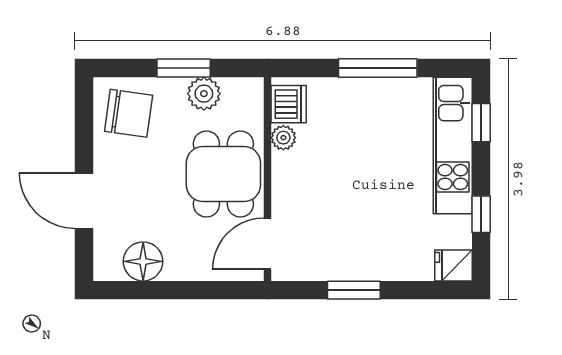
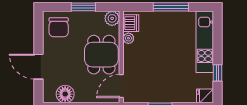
plant: (204, 94) -> (112, 18), moved
chair: (129, 113) -> (59, 27), turned 82
window: (481, 123) -> (218, 31), removed

